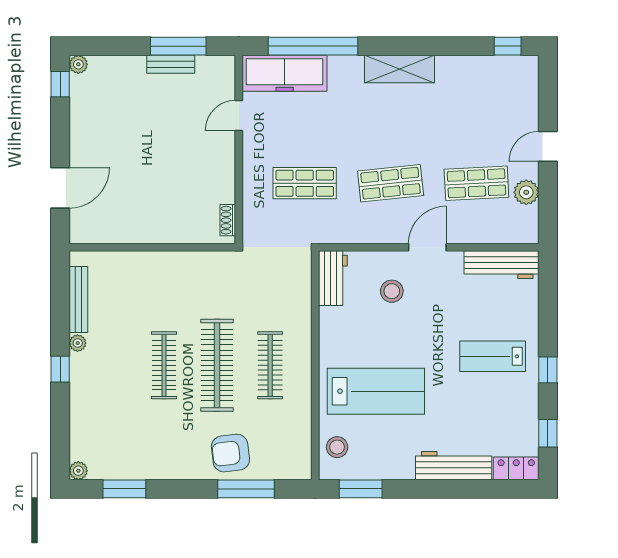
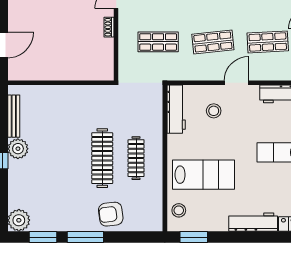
shoe rack: (228, 220) -> (109, 27), moved
workbench: (333, 278) -> (176, 109), width x1.38
plant: (78, 343) -> (18, 149), width x1.88, depth x1.88
clothes rail: (164, 365) -> (68, 158), removed
plant: (78, 471) -> (19, 220), width x1.88, depth x1.88
window: (246, 489) -> (85, 237), moved

